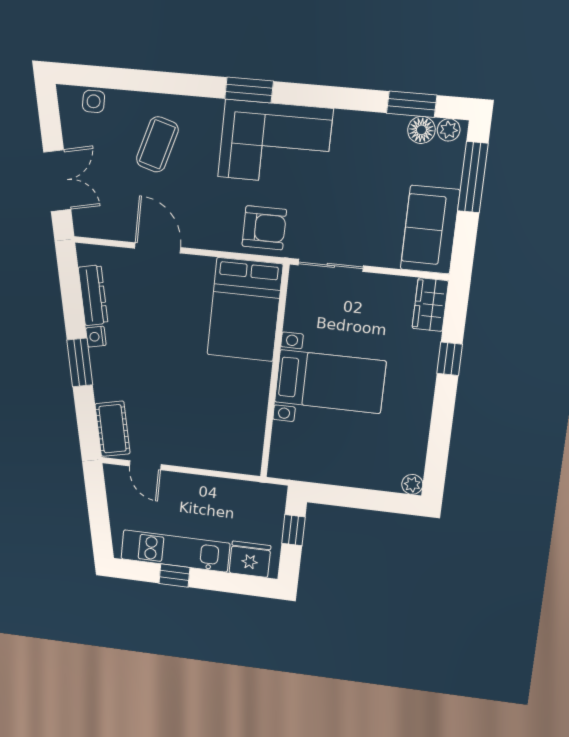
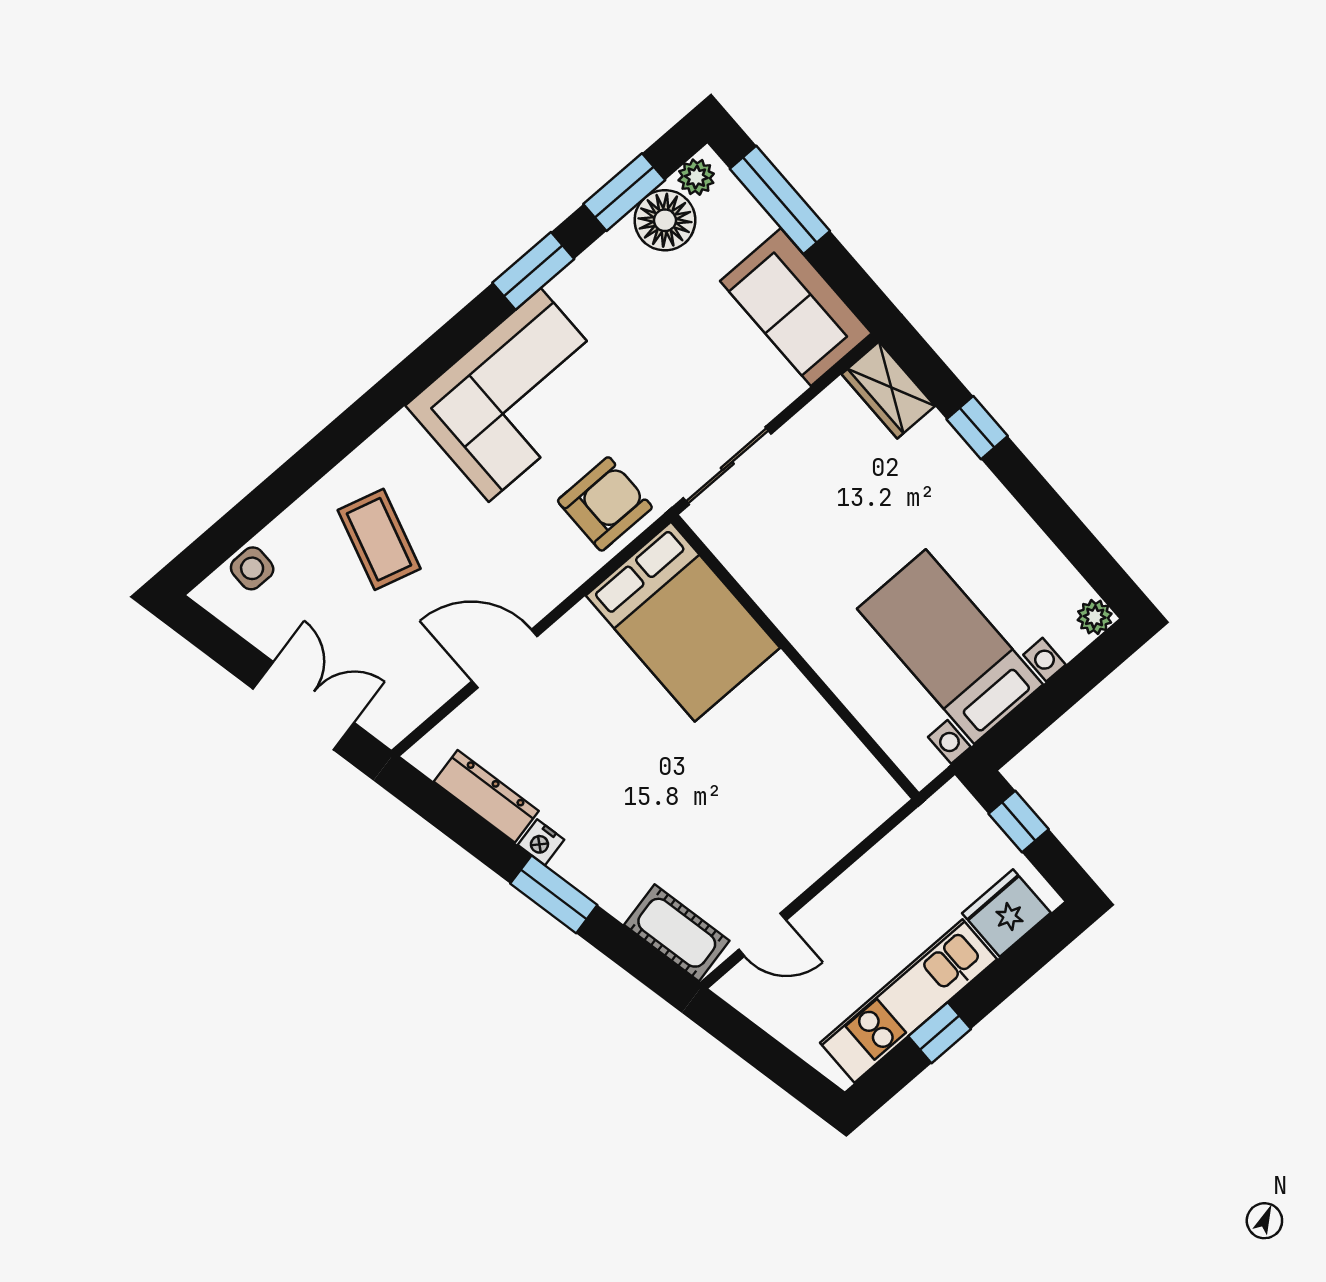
window: (249, 90) -> (533, 271), moved
floor lamp: (421, 130) -> (665, 220), width x1.38, depth x1.38
bed with nightstands: (330, 382) -> (950, 647), moved, turned -90

